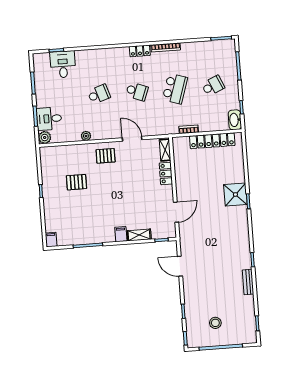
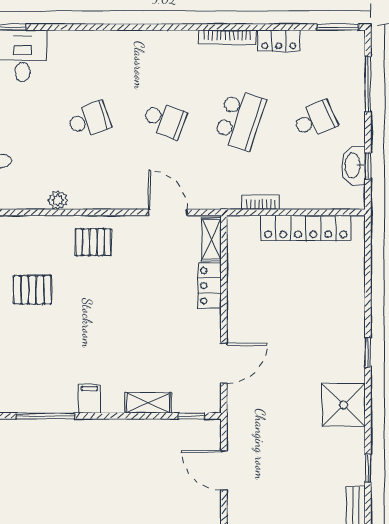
locker: (140, 51) -> (279, 40), moved
washbasin: (235, 120) -> (353, 165), moved
door: (132, 139) -> (168, 212), moved
shower: (235, 194) -> (344, 405), moved
filing cabinet: (121, 234) -> (90, 399), moved

